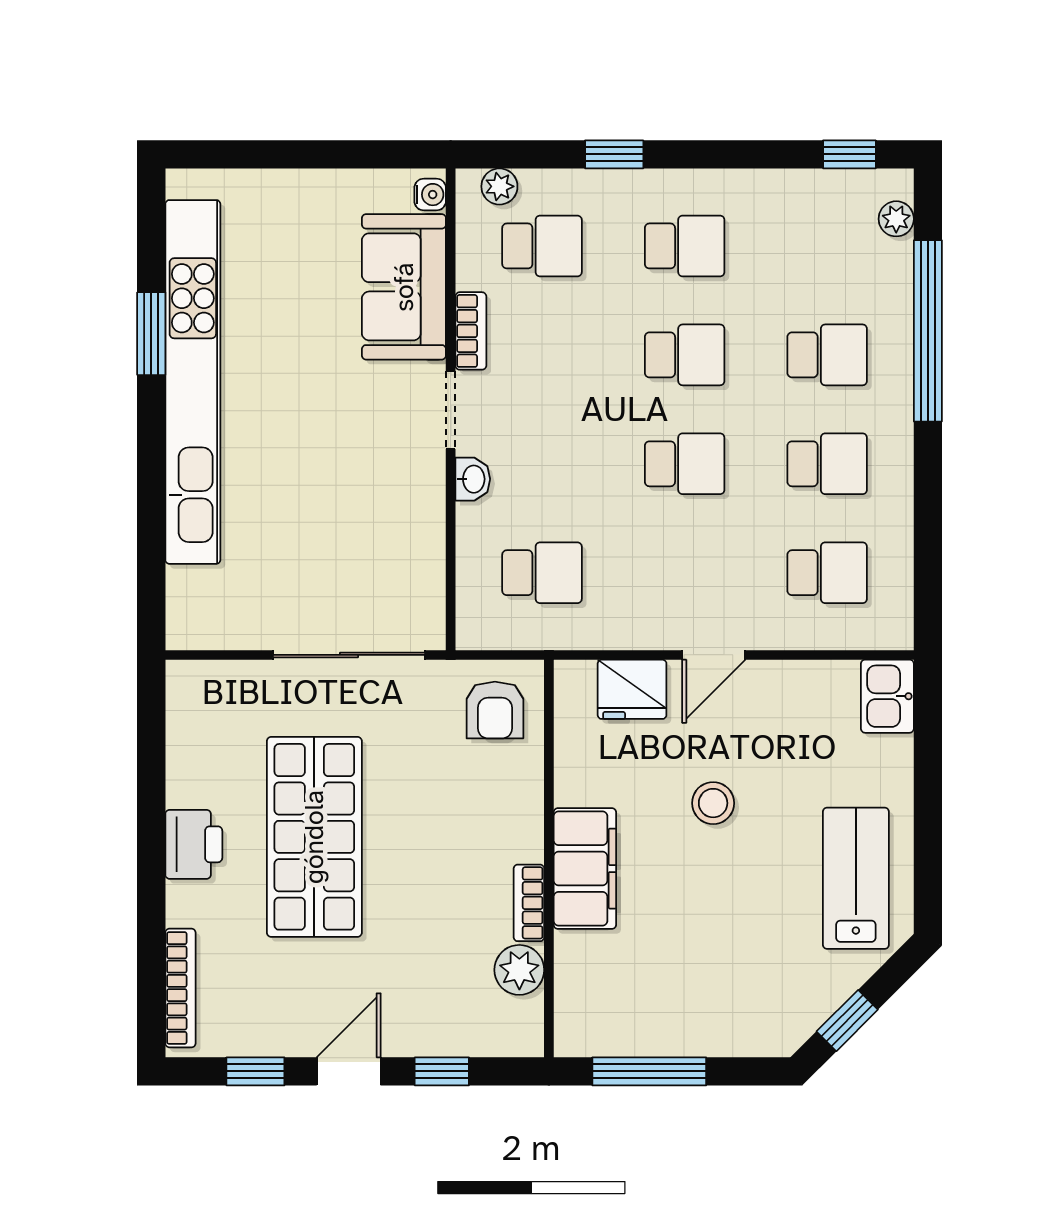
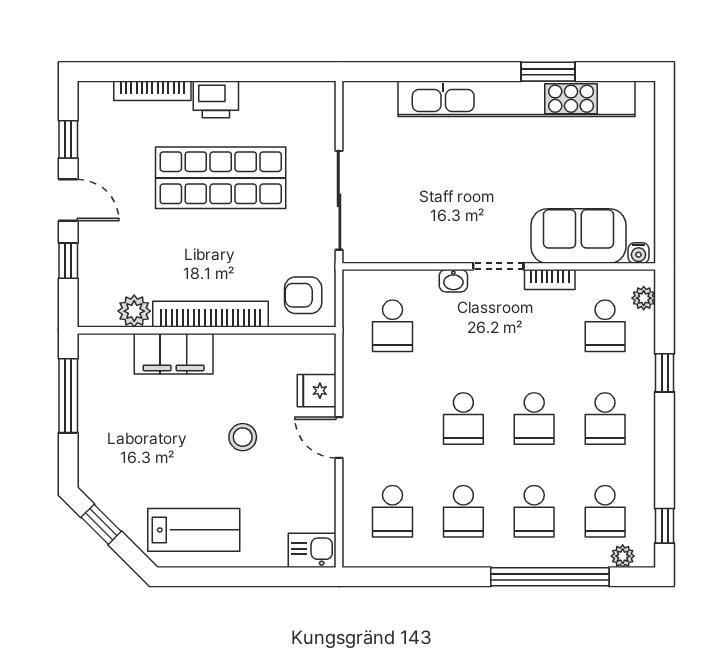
school desk: (827, 246) -> (605, 511), added
fridge: (632, 689) -> (317, 391), width x0.72
filing cabinet: (585, 869) -> (174, 354), moved
bookcase: (529, 903) -> (211, 314), width x2.31, depth x1.31
bookcase: (180, 988) -> (152, 91), moved

